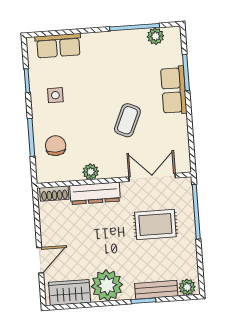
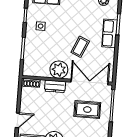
chair: (56, 146) -> (36, 55), removed
plant: (91, 172) -> (59, 70), width x1.87, depth x1.87
double door: (152, 177) -> (89, 82), width x1.37
dresser: (95, 193) -> (55, 86), width x0.70

